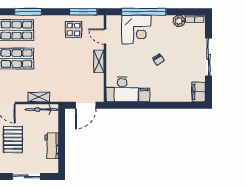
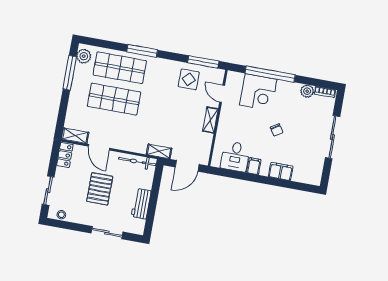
desk: (122, 89) -> (235, 156), width x0.73
filing cabinet: (199, 92) -> (281, 171), moved, turned 90
shelving: (39, 97) -> (159, 151), moved

